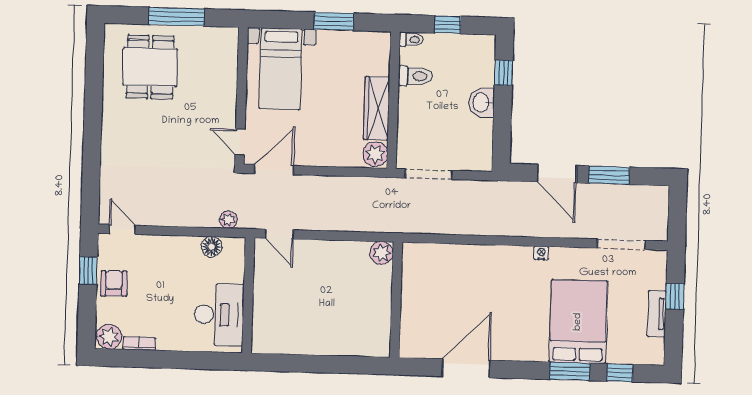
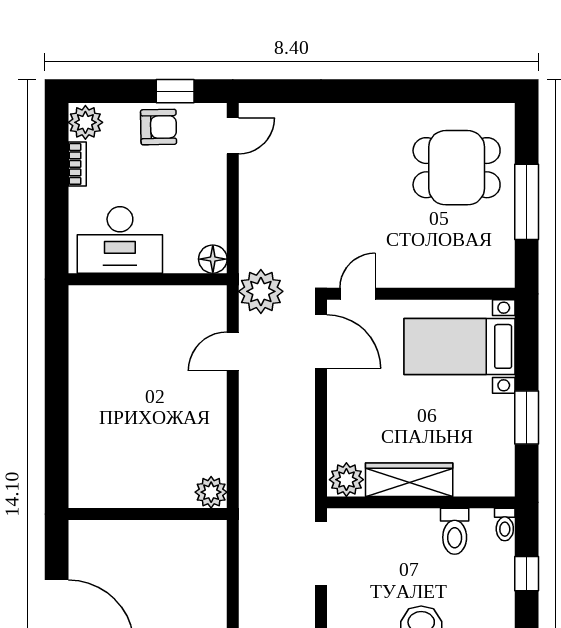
plant: (228, 220) -> (261, 291), width x1.88, depth x1.88
wall: (248, 295) -> (148, 279), moved
desk: (219, 315) -> (120, 240), moved

